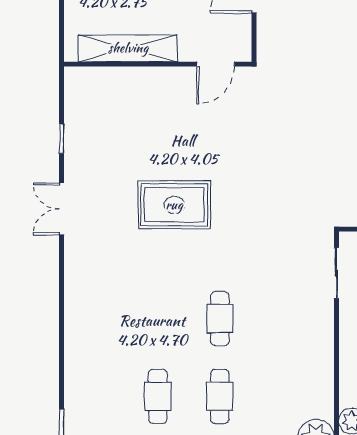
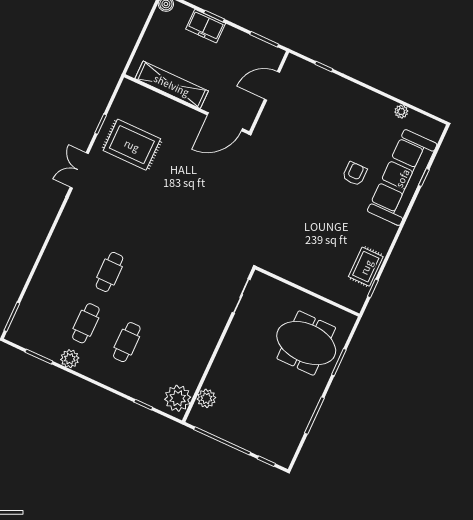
door: (216, 64) -> (225, 122), width x1.36
rug: (174, 205) -> (132, 145), moved
cafe table: (220, 319) -> (109, 272), moved

